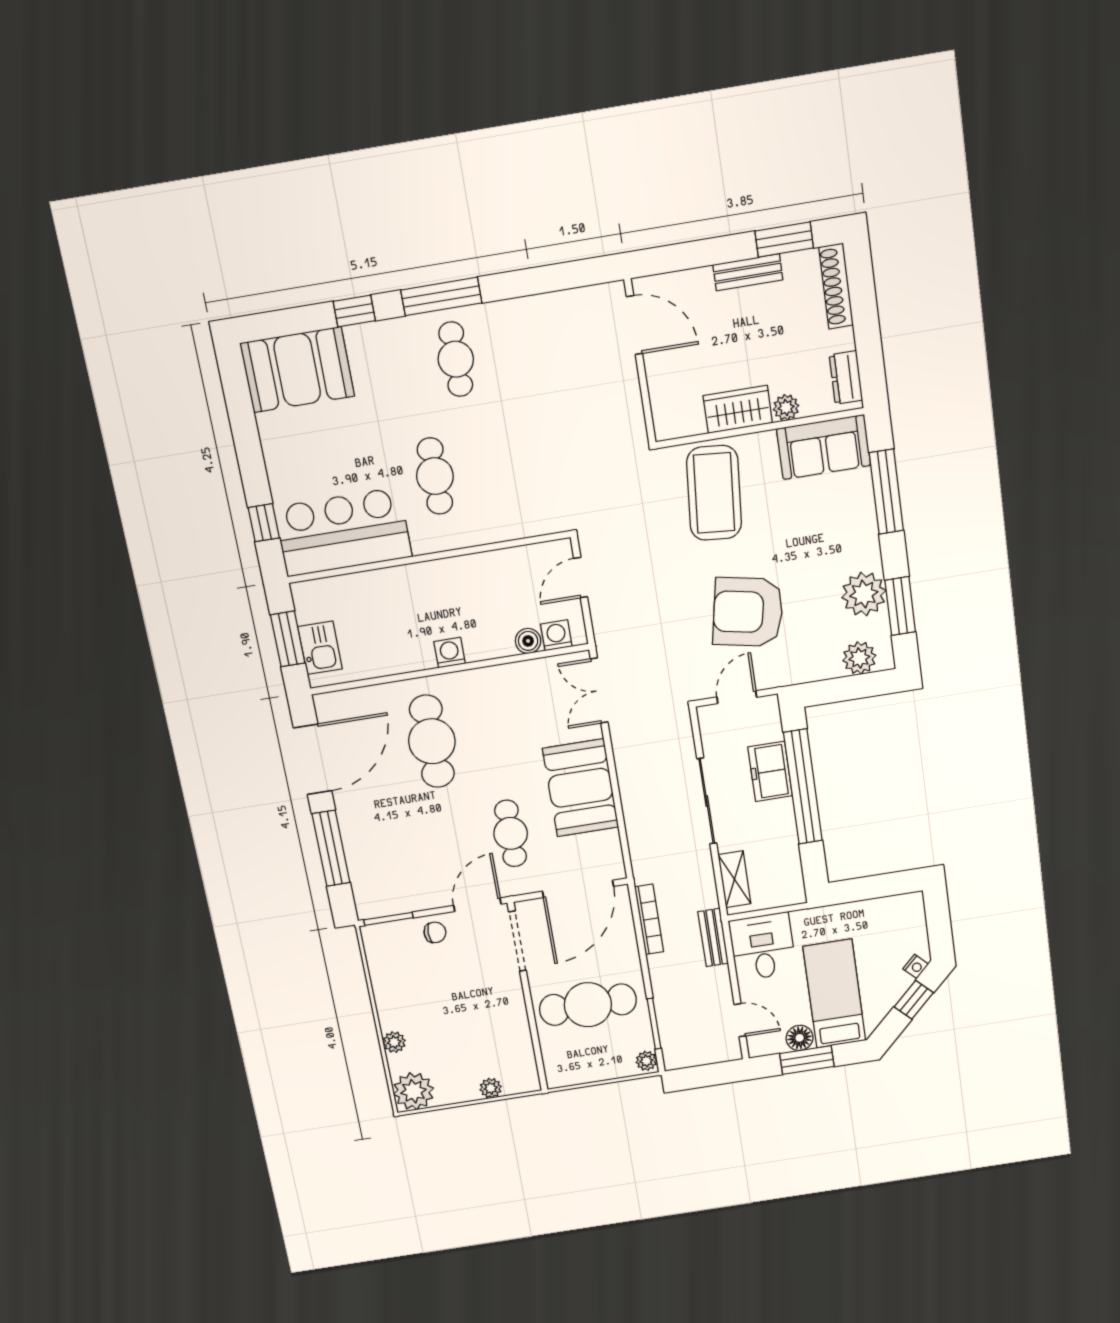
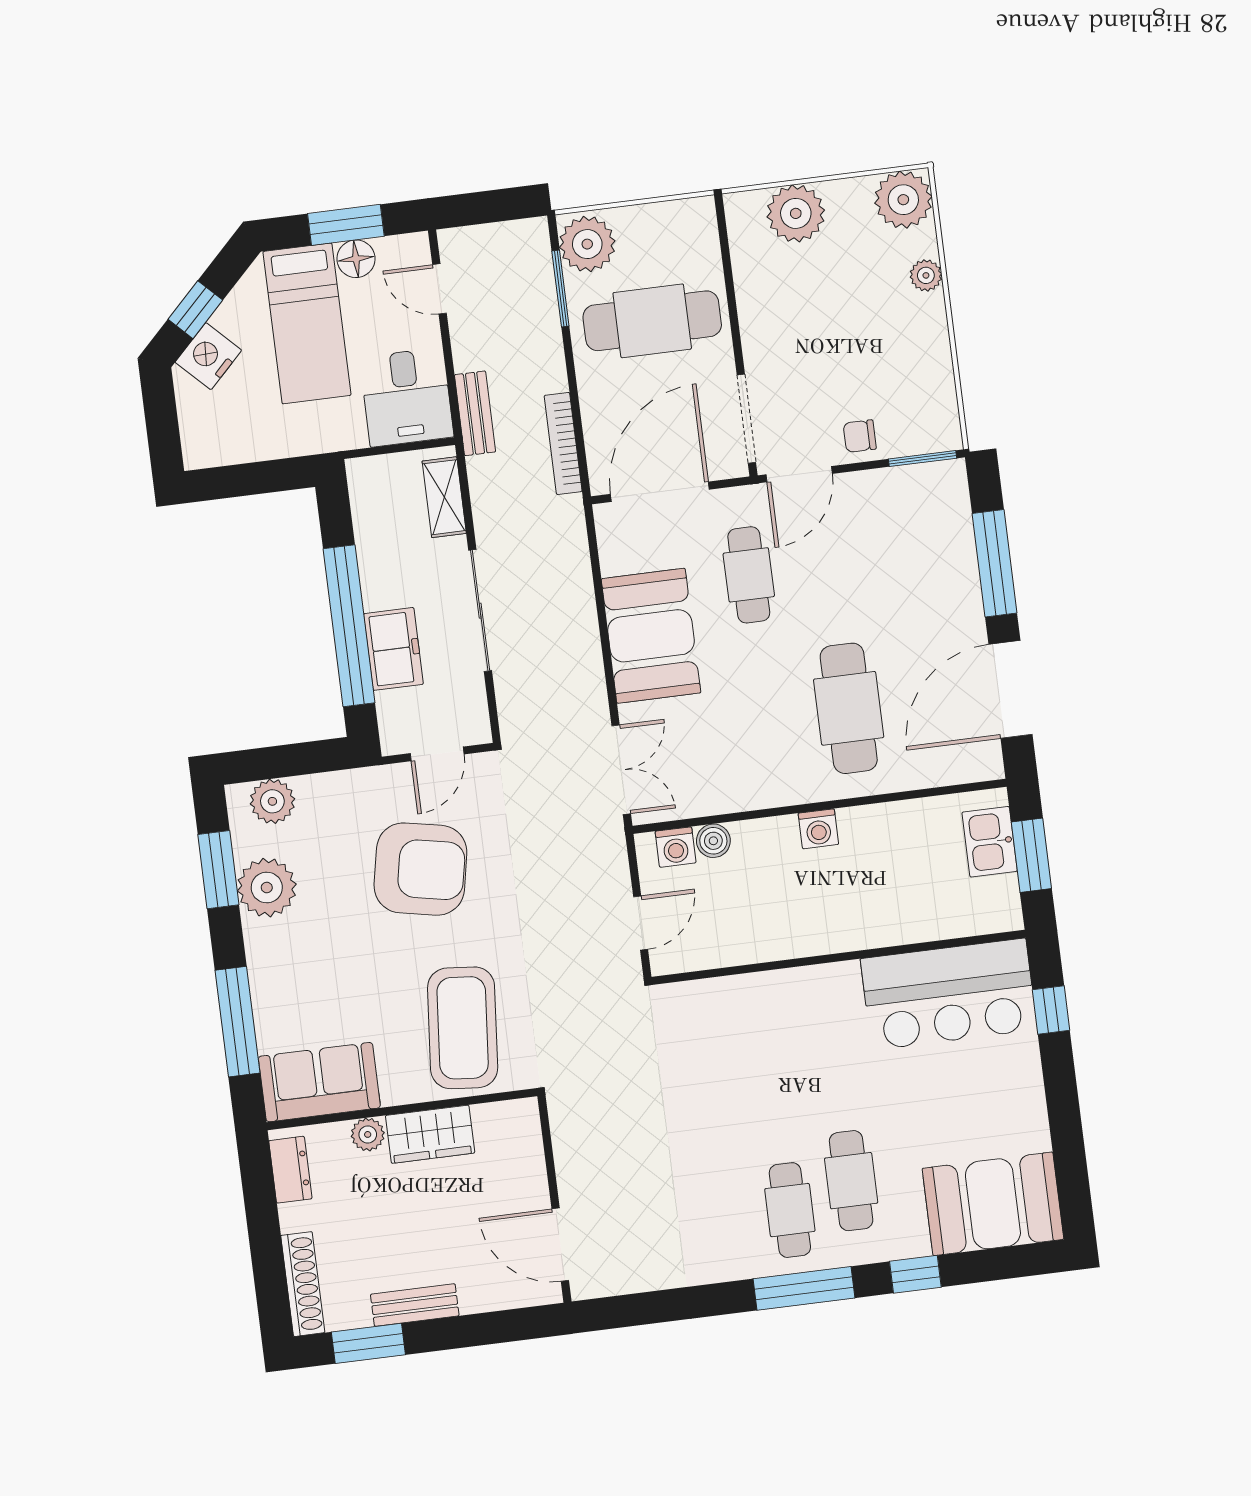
cafe table: (435, 476) -> (851, 1181), moved
nightstand: (916, 966) -> (208, 356), width x1.89, depth x1.79
plant: (646, 1061) -> (587, 244), width x1.87, depth x1.87
plant: (491, 1088) -> (796, 213), width x1.88, depth x1.88

